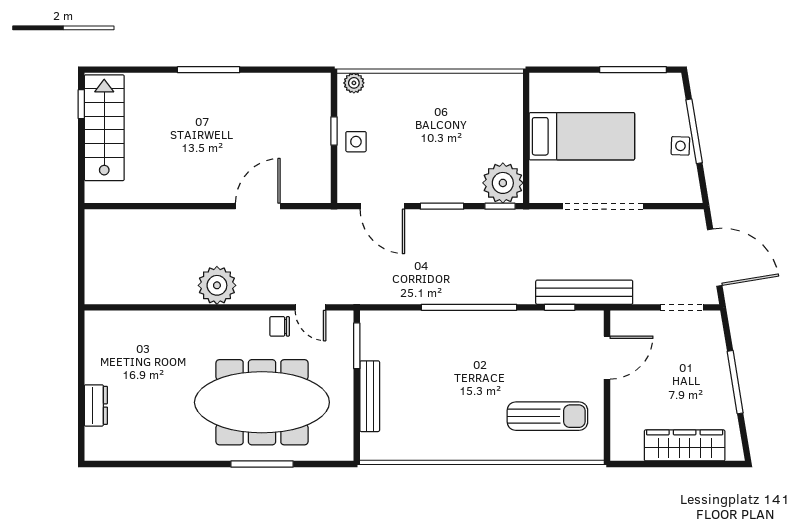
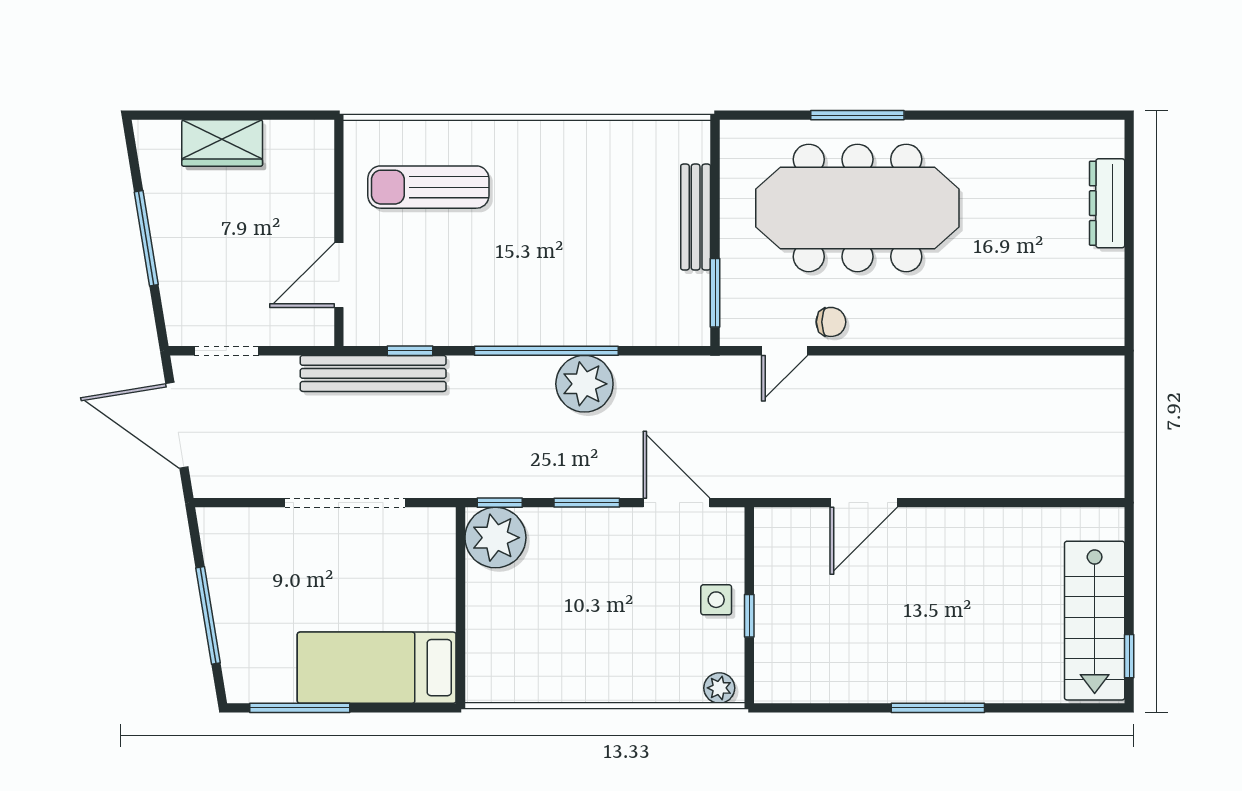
bed: (582, 136) -> (377, 668), moved
side table: (680, 146) -> (228, 593), removed
plant: (217, 285) -> (584, 384), moved
door: (310, 307) -> (785, 351), swing flipped
dresser: (96, 405) -> (1107, 203), width x1.44
wardrobe: (685, 445) -> (222, 143), width x0.67

